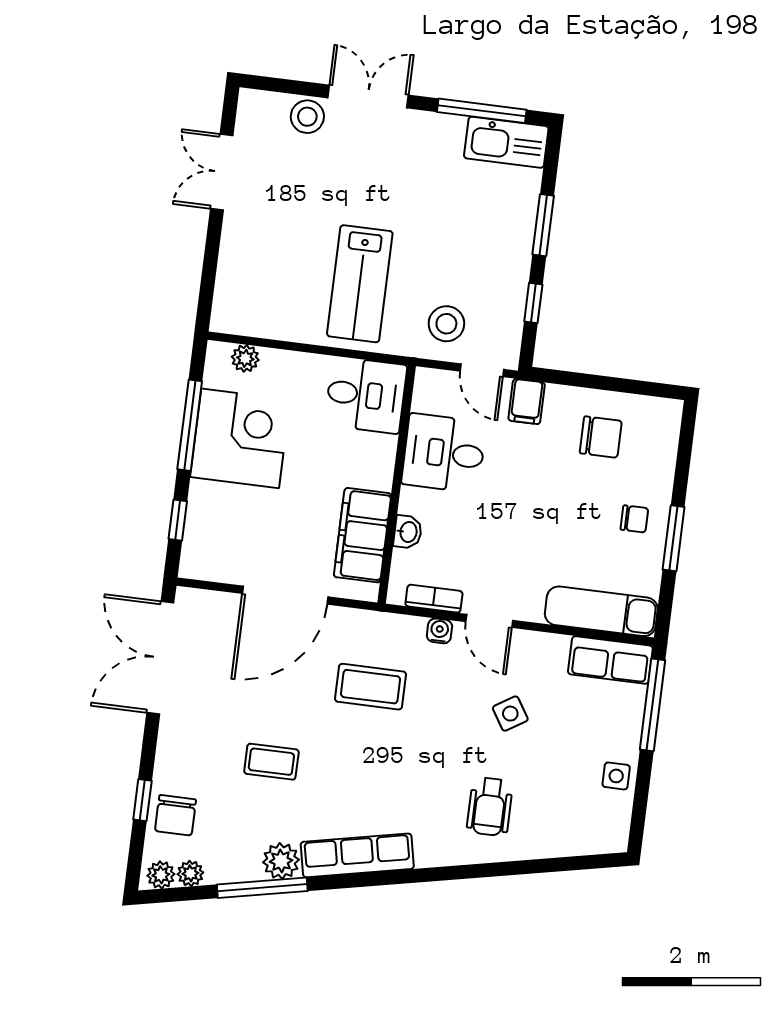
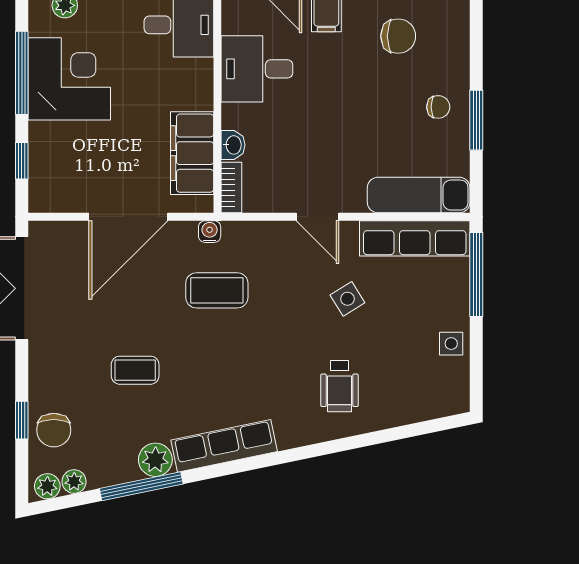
bookcase: (434, 599) -> (231, 188), moved, turned 90
water cooler: (439, 631) -> (210, 232), moved
row of seats: (610, 660) -> (415, 238), width x1.48

